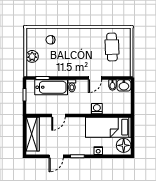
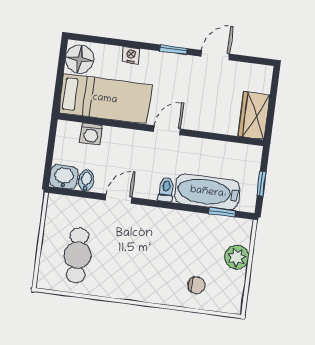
washing machine: (97, 109) -> (91, 134), moved
door: (58, 115) -> (167, 130), moved
wardrobe: (33, 134) -> (254, 116), width x0.67

